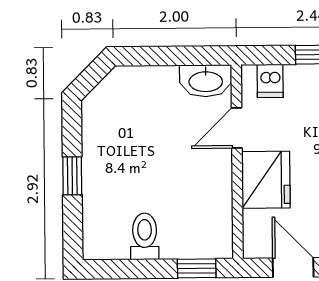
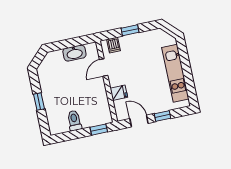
washbasin: (206, 81) -> (74, 53), moved
fridge: (266, 180) -> (119, 93), width x0.53, depth x0.75

